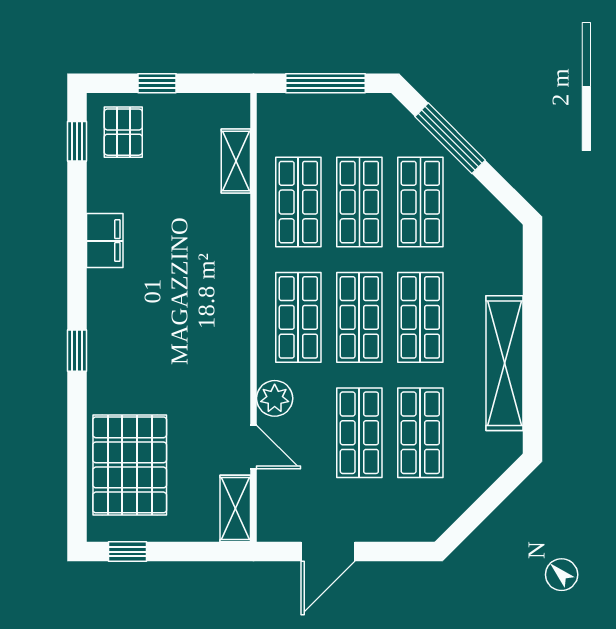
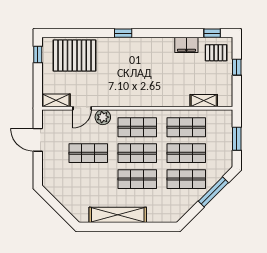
window: (326, 83) -> (237, 139), width x0.69
filing cabinet: (105, 241) -> (186, 45), moved
shop shelf: (420, 433) -> (88, 179), removed

